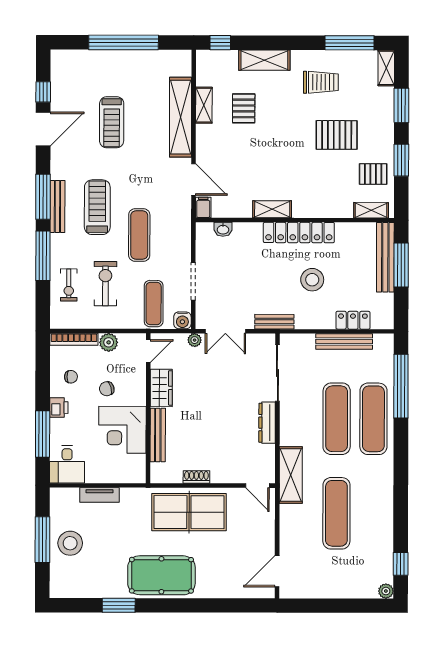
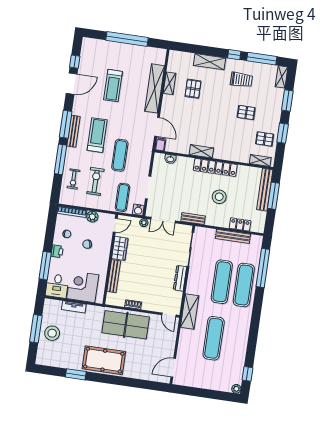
window: (220, 43) -> (234, 55), moved
pallet: (337, 135) -> (246, 113), width x0.67, depth x0.71
corner desk: (122, 430) -> (83, 287), moved, turned 90

